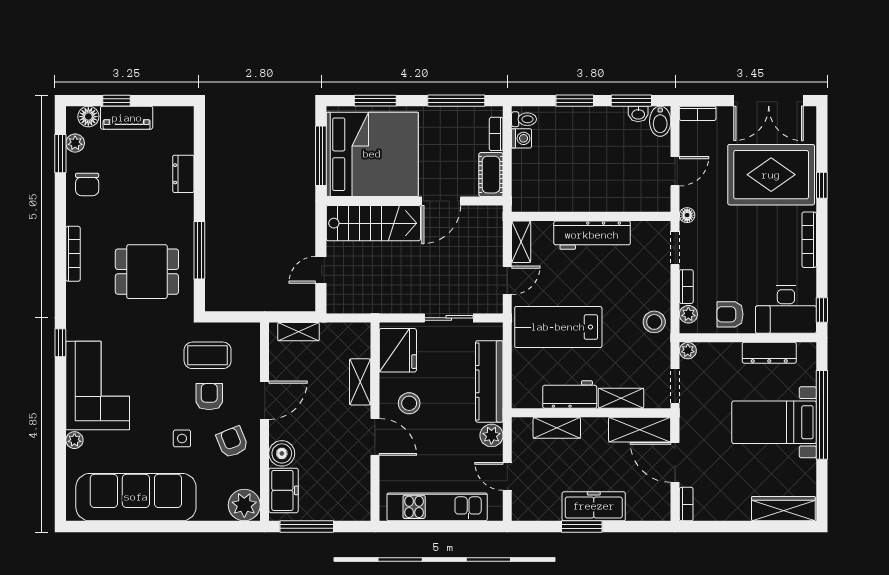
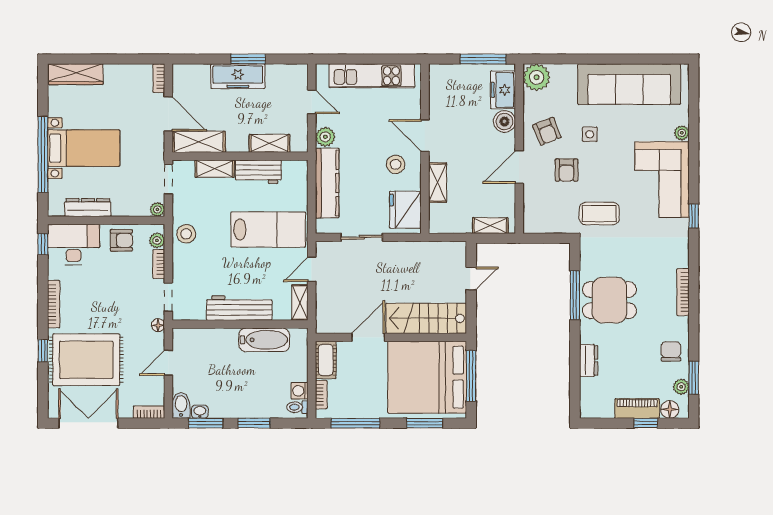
bathtub: (563, 198) -> (264, 340), added
dining table: (147, 272) -> (609, 300), moved
coffee table: (208, 355) -> (599, 214), moved

